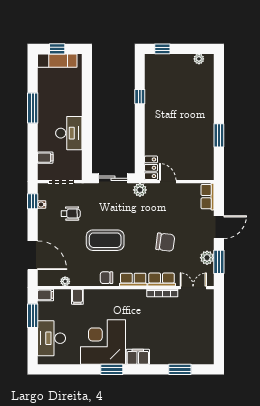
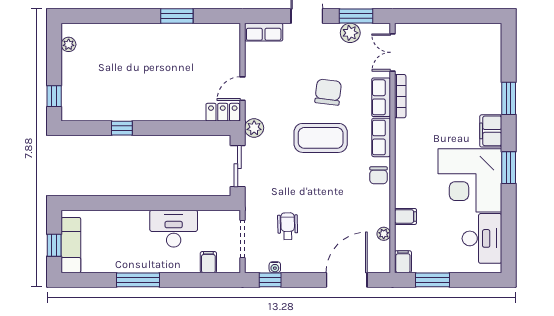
coffee table: (105, 240) -> (321, 138), moved, turned 90
desk: (52, 338) -> (482, 238), moved, turned -90
window: (180, 369) -> (509, 98), moved

